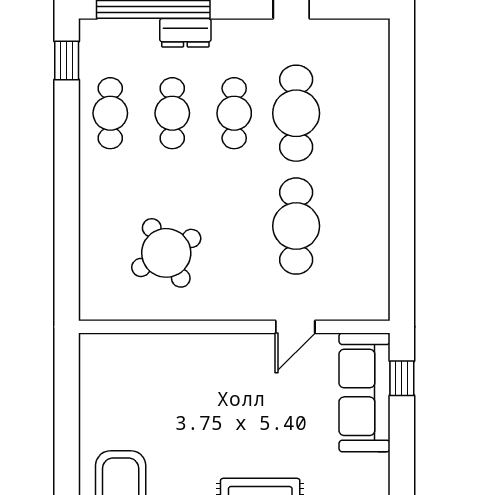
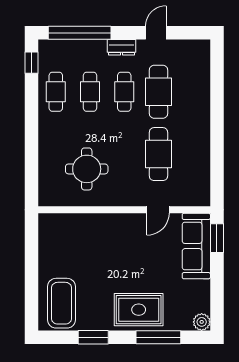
dresser: (185, 33) -> (122, 47), moved
round table: (166, 253) -> (87, 169), turned 30
window: (402, 378) -> (217, 238), width x1.50

